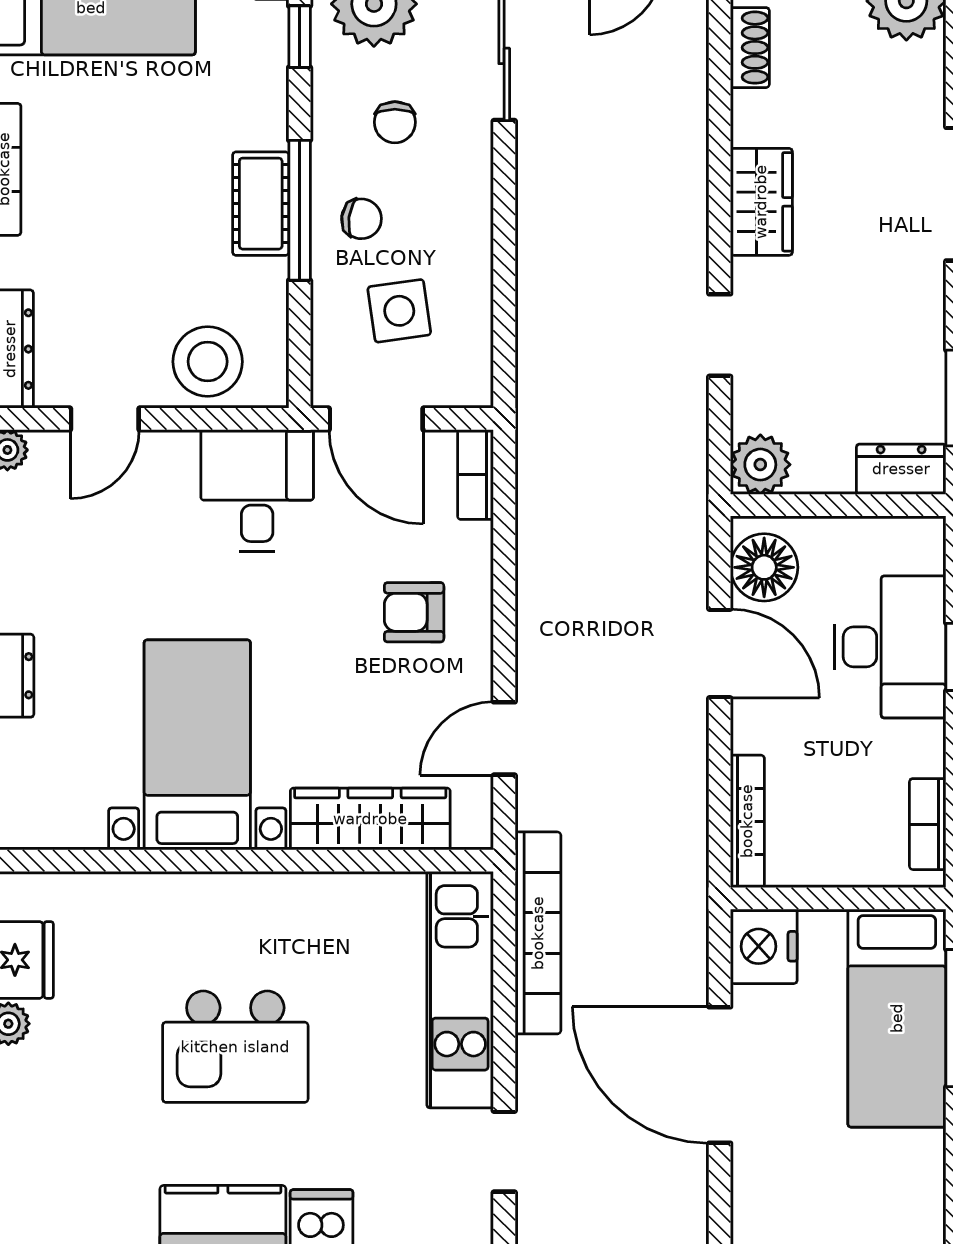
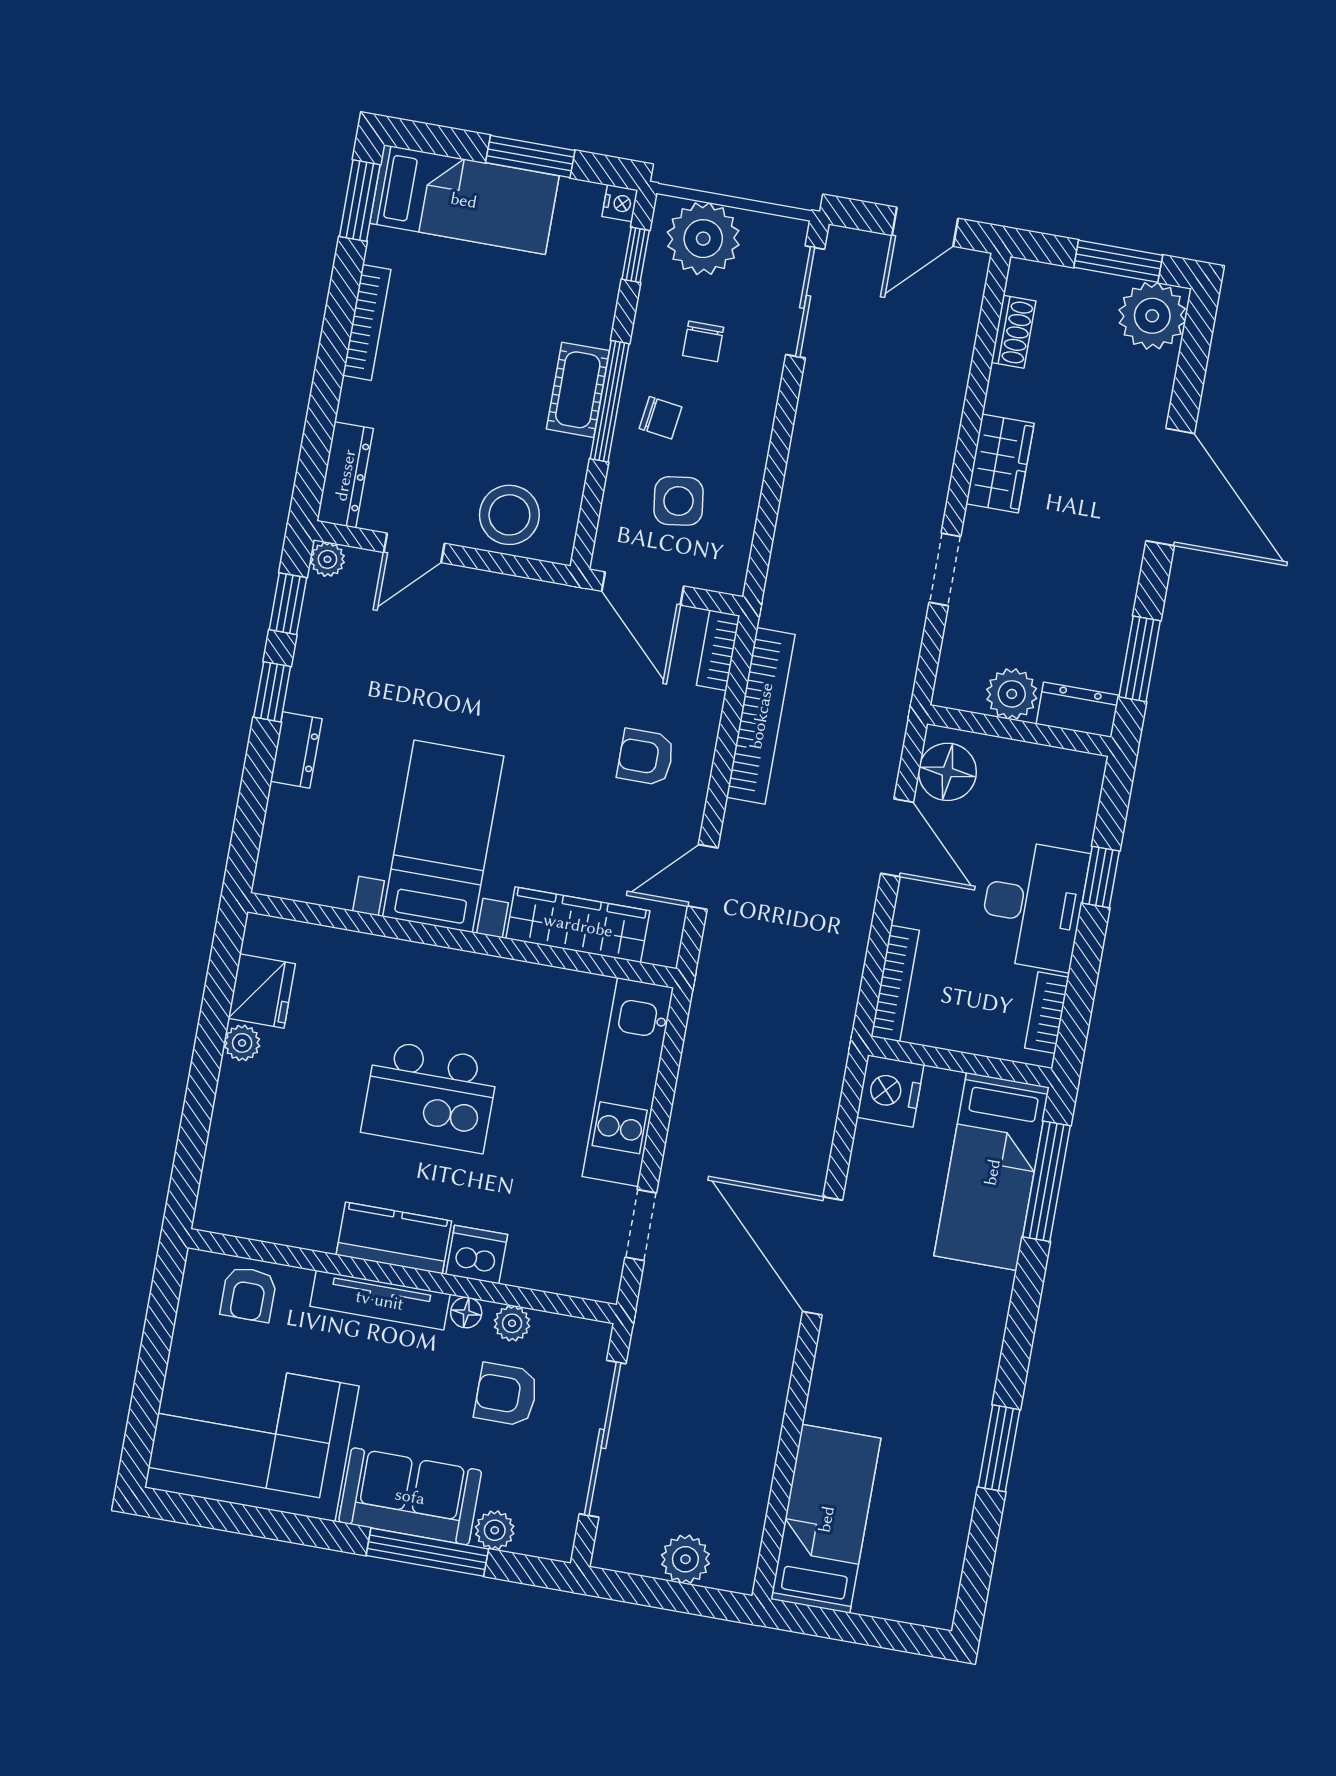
plant: (760, 465) -> (1012, 694), moved
desk: (257, 491) -> (532, 631), removed
desk: (890, 647) -> (1033, 905), moved
bookcase: (538, 933) -> (761, 716), moved
door: (720, 1075) -> (823, 1256), moved

